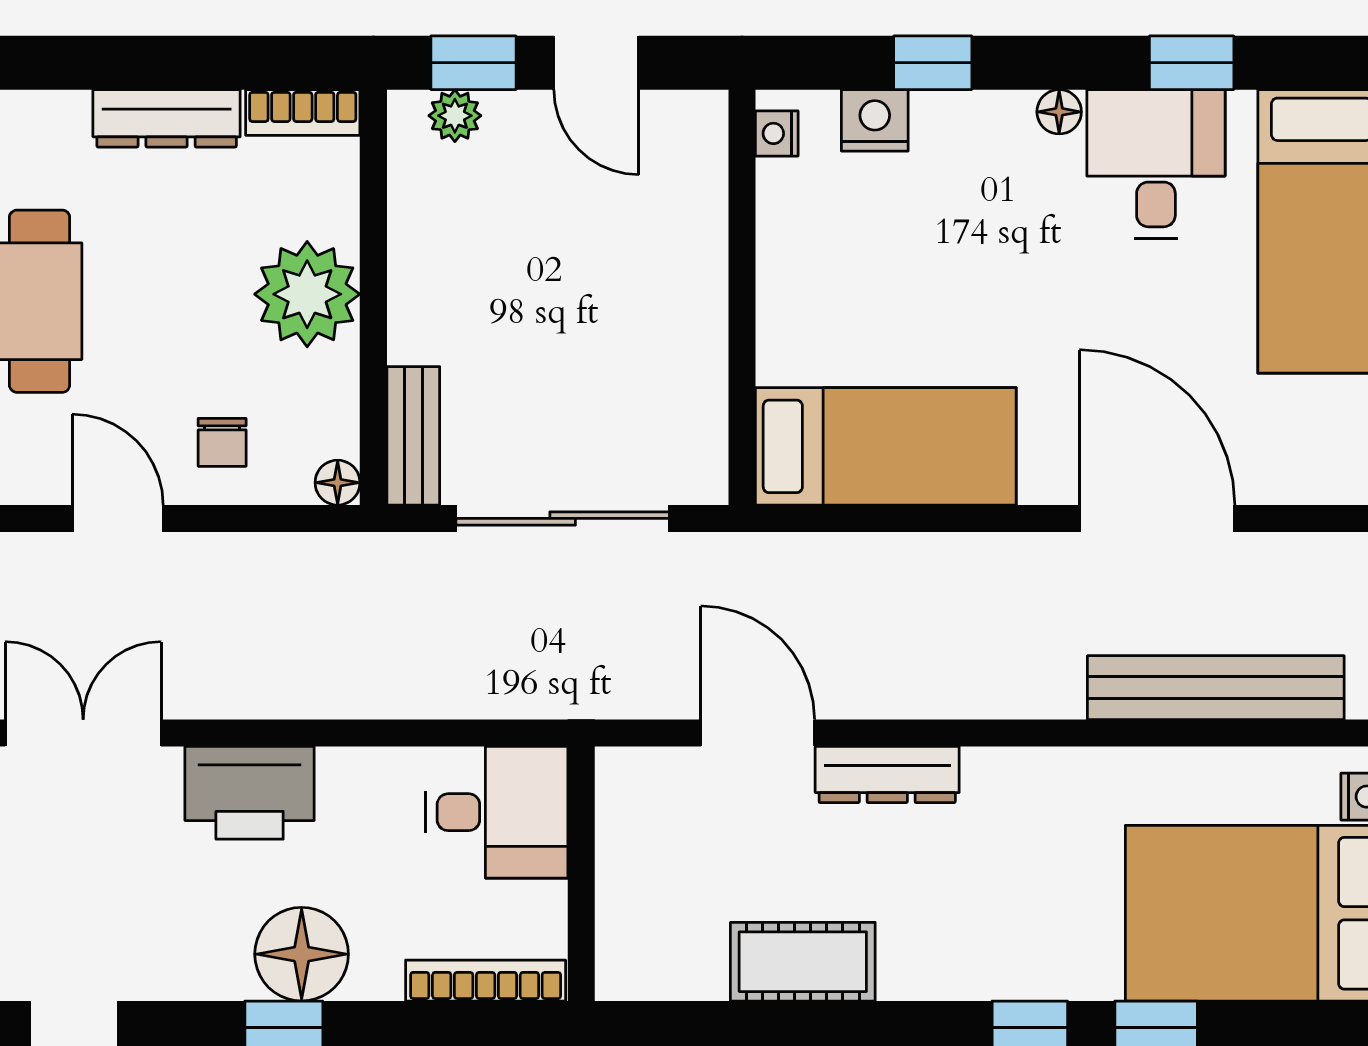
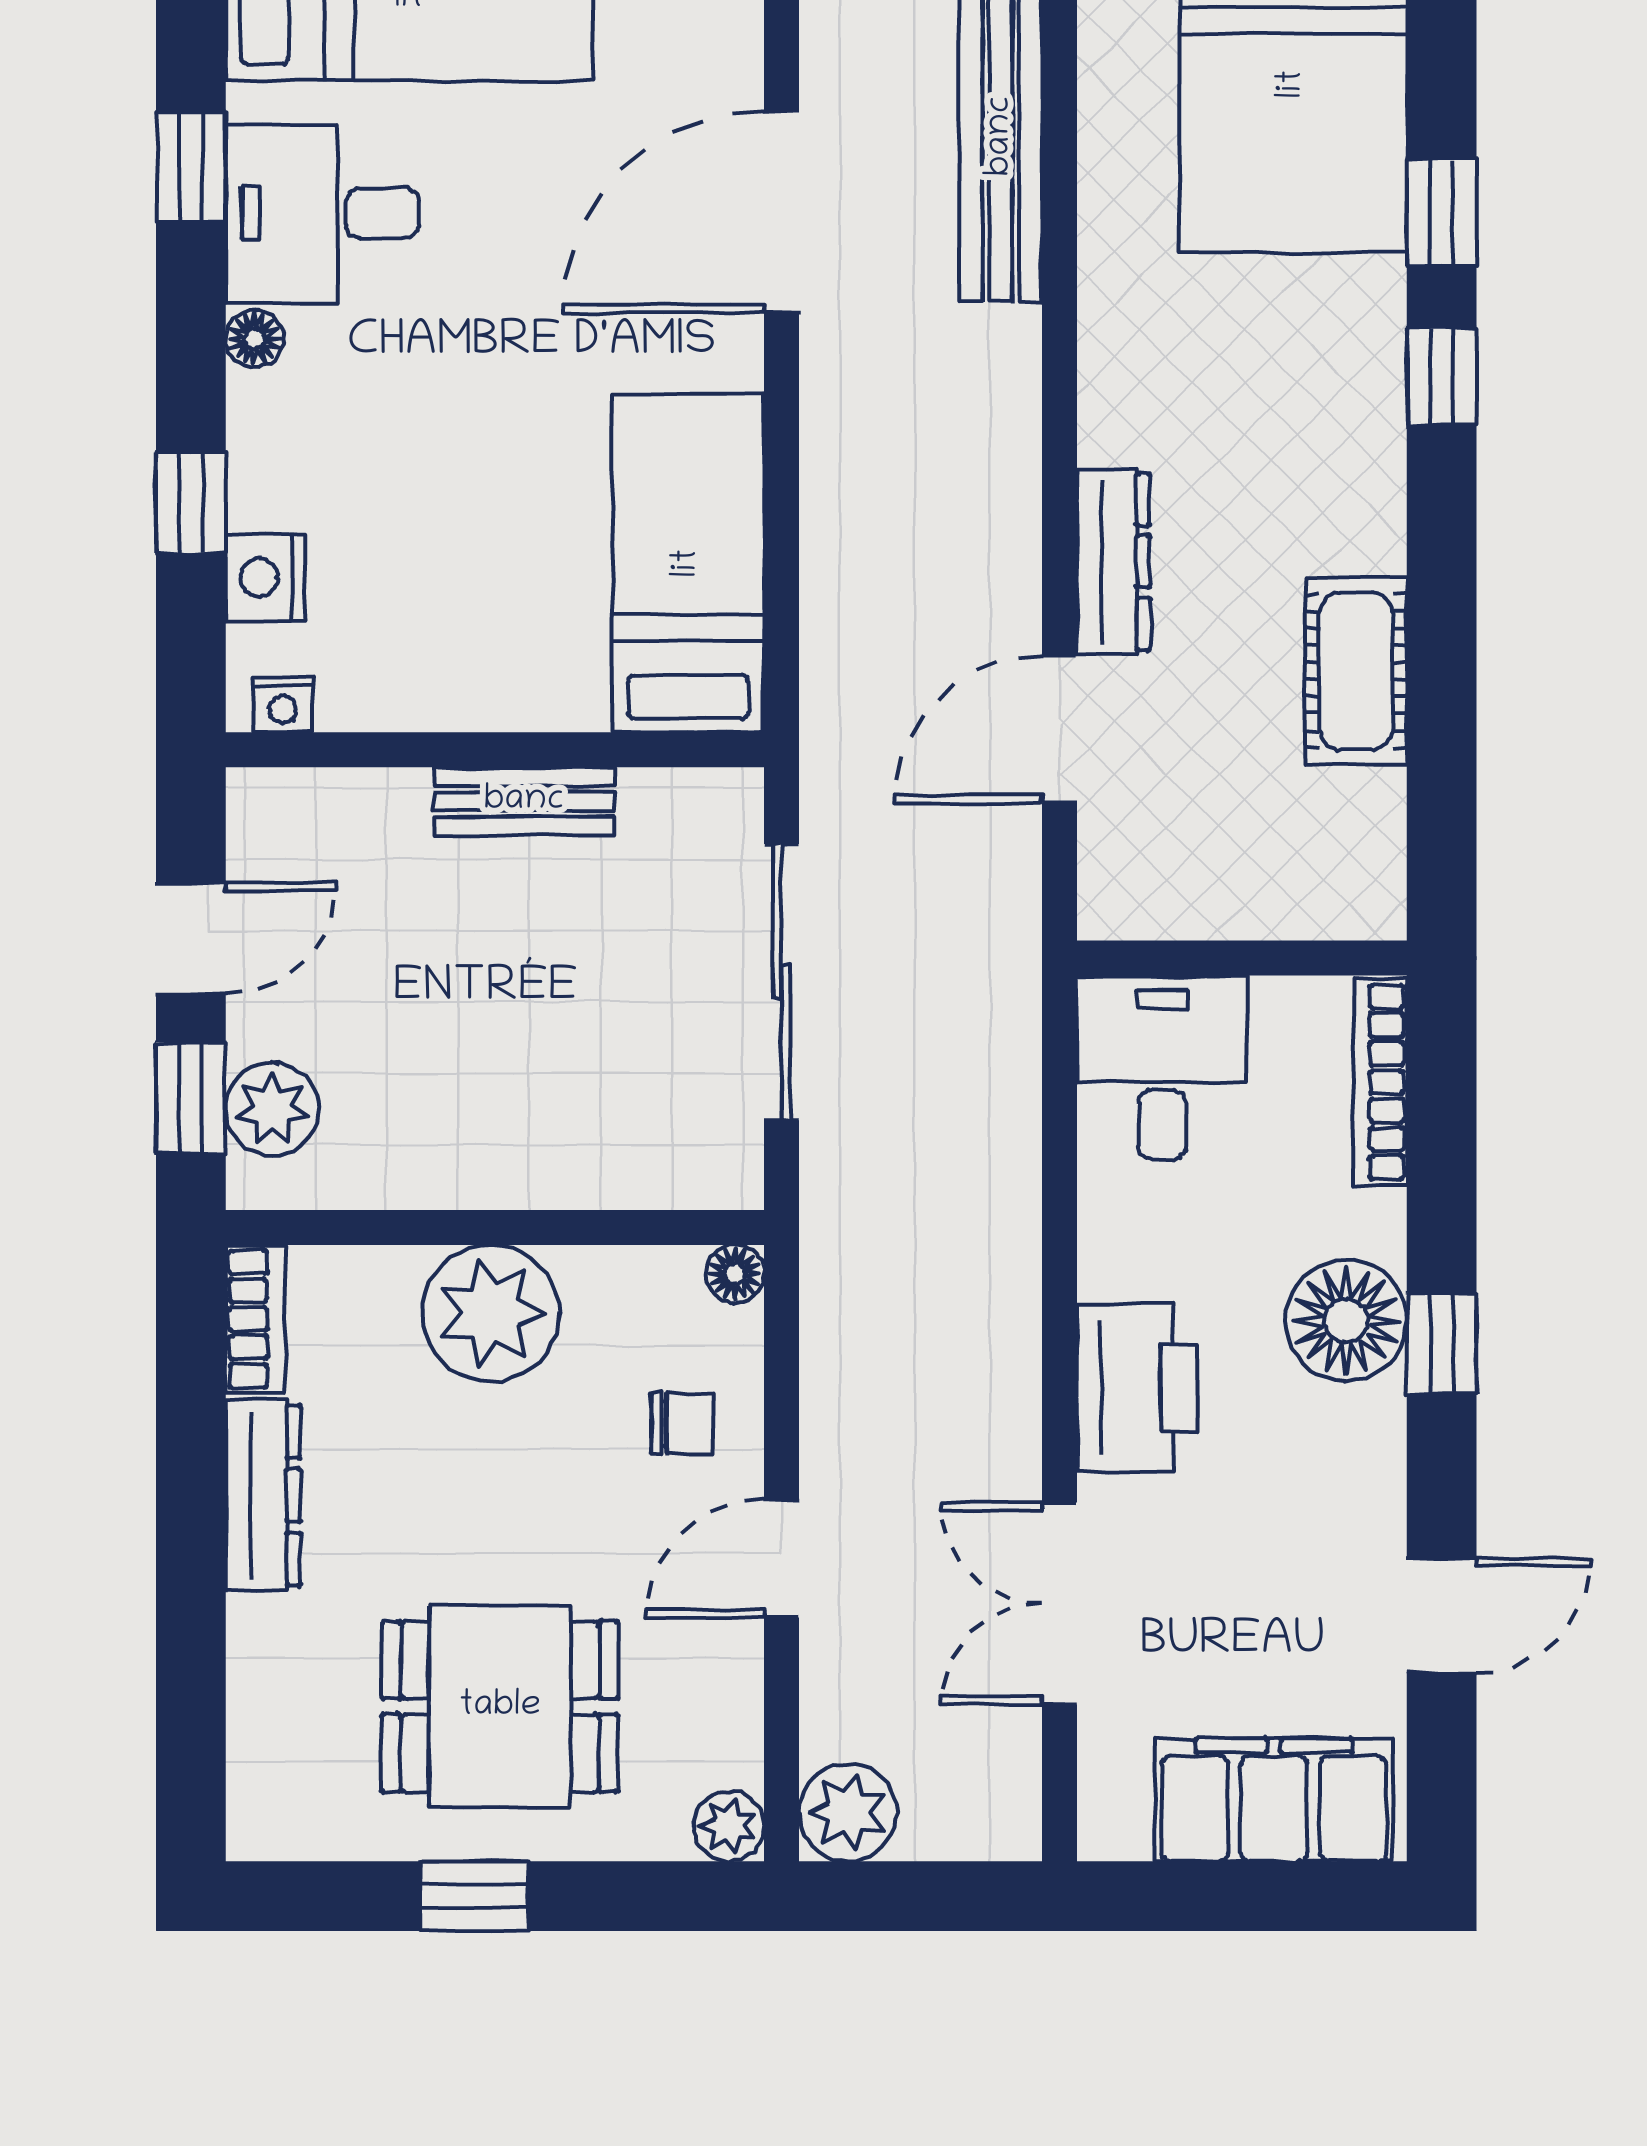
plant: (455, 116) -> (272, 1109), width x1.38, depth x1.38
bench: (413, 436) -> (524, 801), moved

